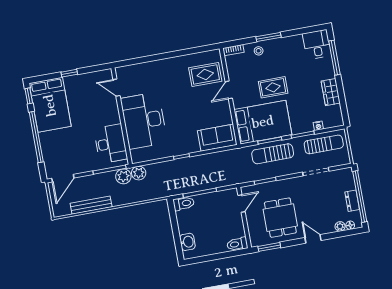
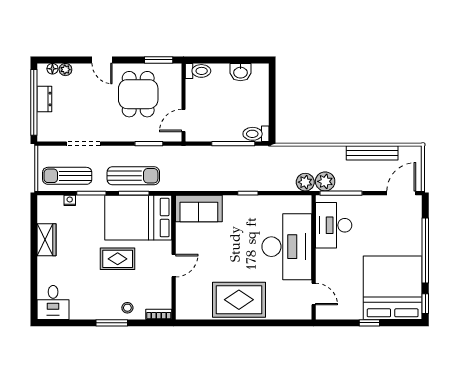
window: (335, 58) -> (34, 282), removed
rug: (205, 74) -> (239, 300), moved, width x1.36, depth x1.43
bed: (50, 105) -> (393, 288), width x1.36
washbasin: (187, 242) -> (240, 72), moved, turned -90

